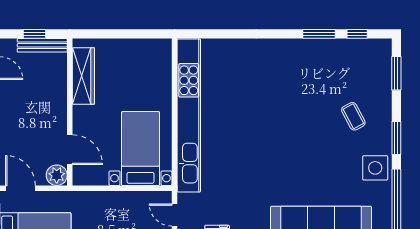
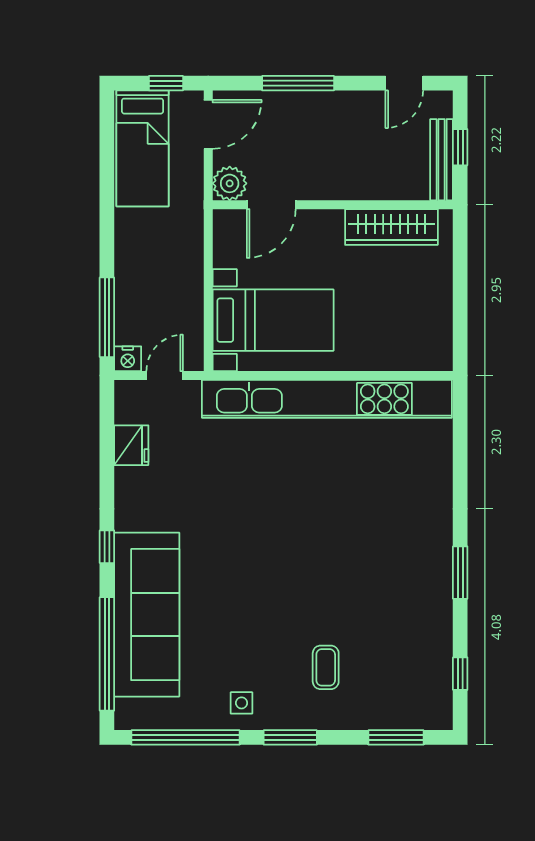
window: (319, 34) -> (460, 573), moved
coffee table: (353, 116) -> (326, 667), turned -62
side table: (375, 168) -> (242, 703), width x0.54, depth x0.54

